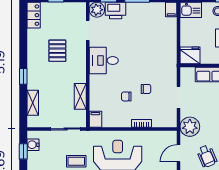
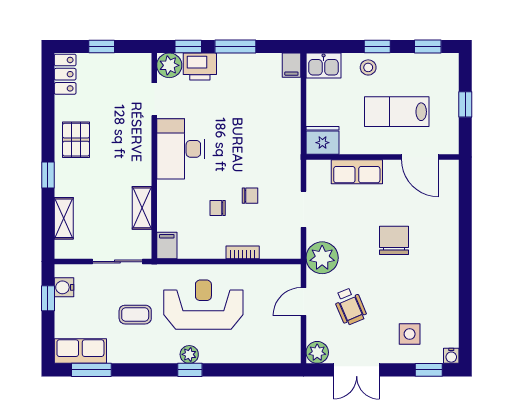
pallet: (57, 51) -> (76, 140), moved
desk: (104, 61) -> (181, 149), width x1.37

